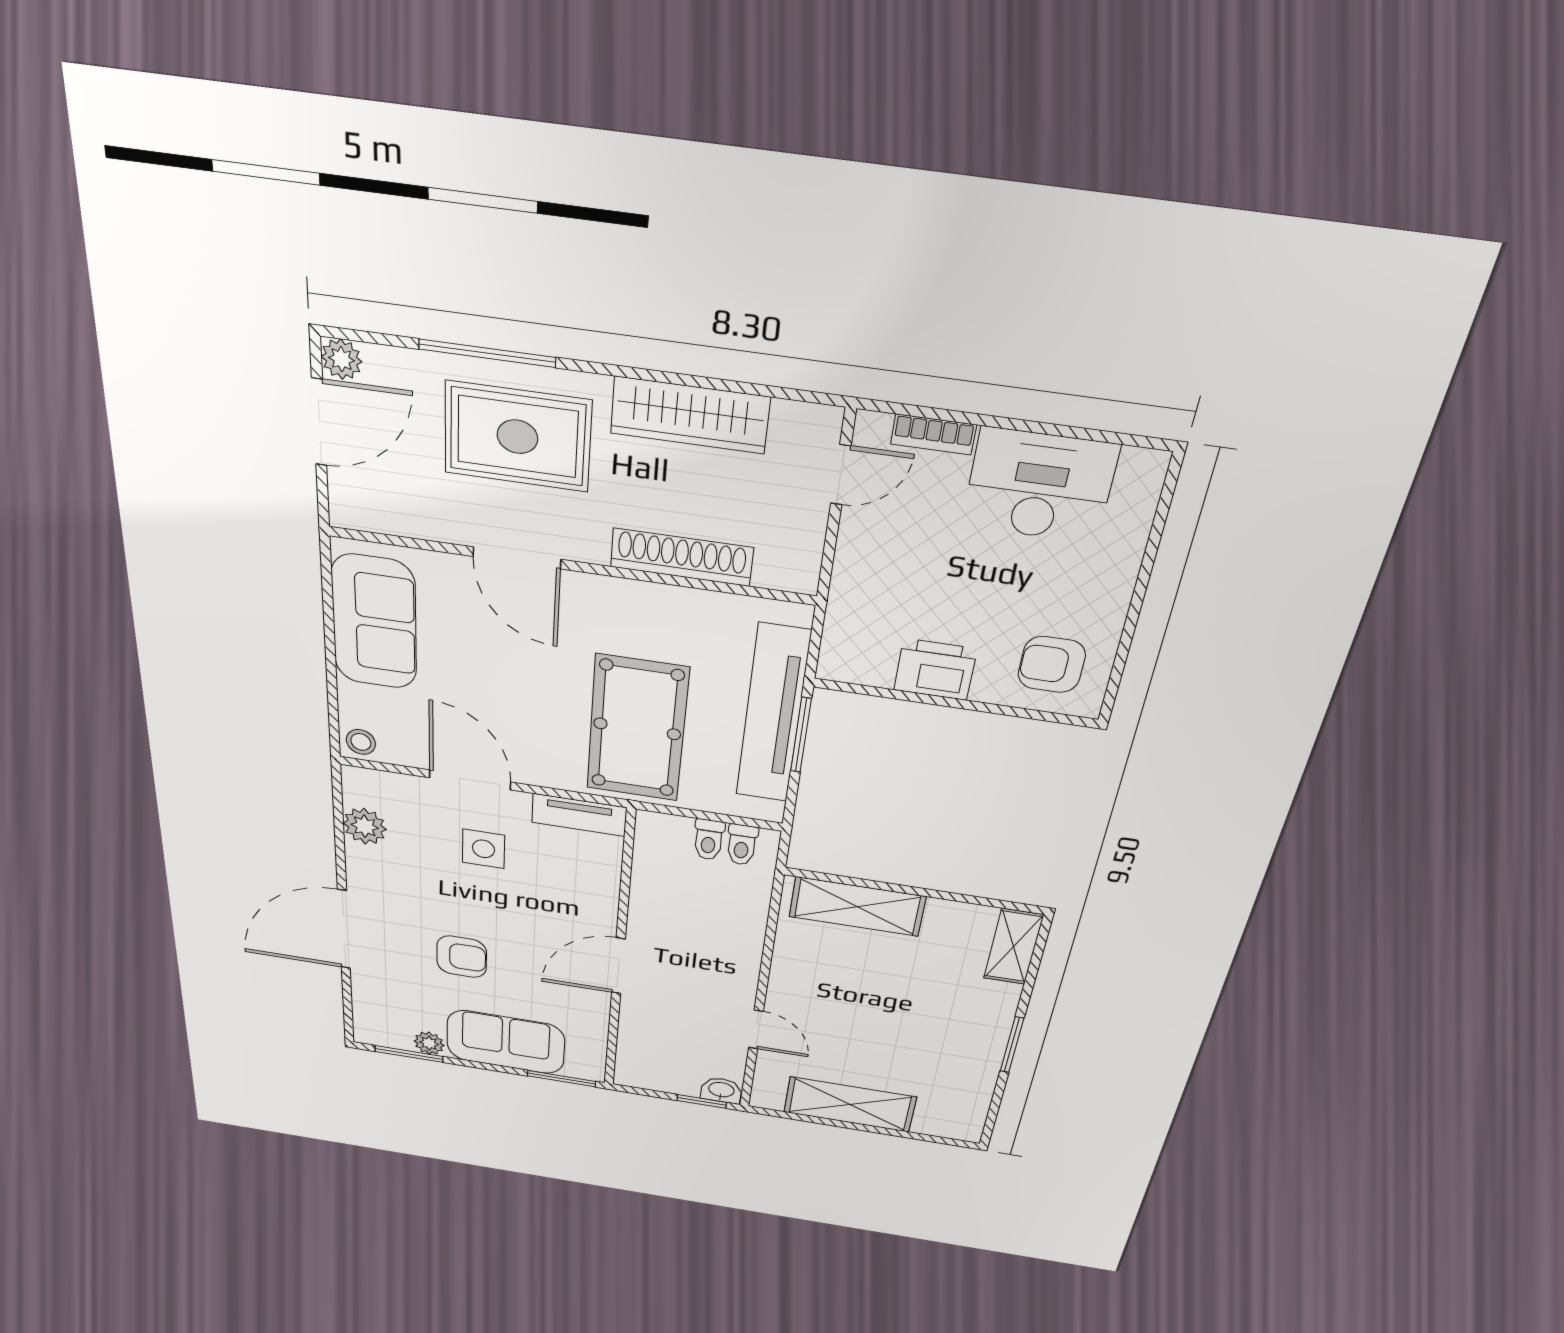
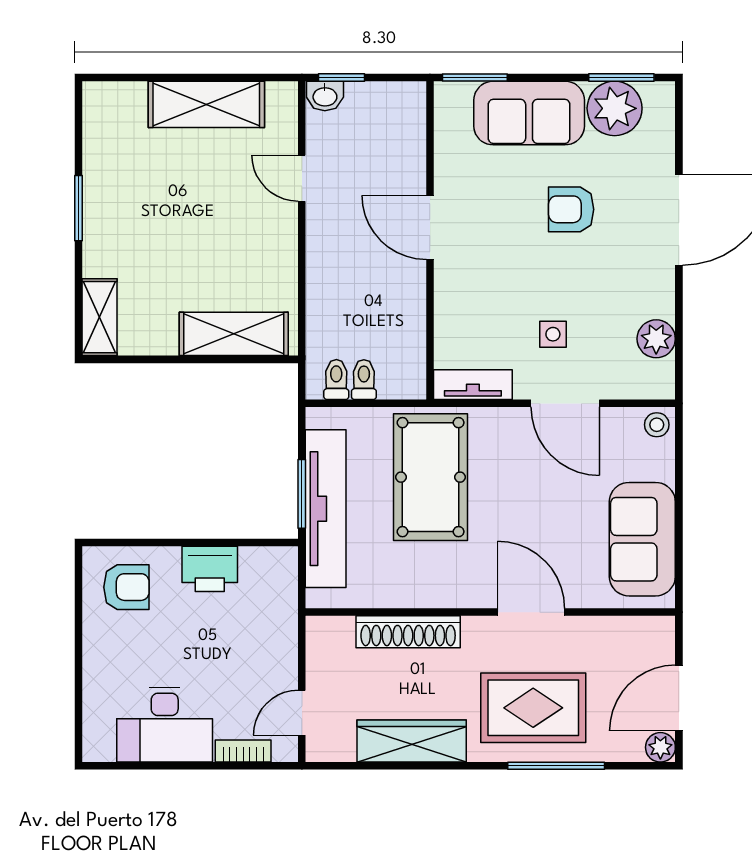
side table: (483, 849) -> (553, 334), width x0.73, depth x0.73
door: (618, 966) -> (430, 228), swing flipped
plant: (429, 1043) -> (615, 108), width x1.88, depth x1.88

